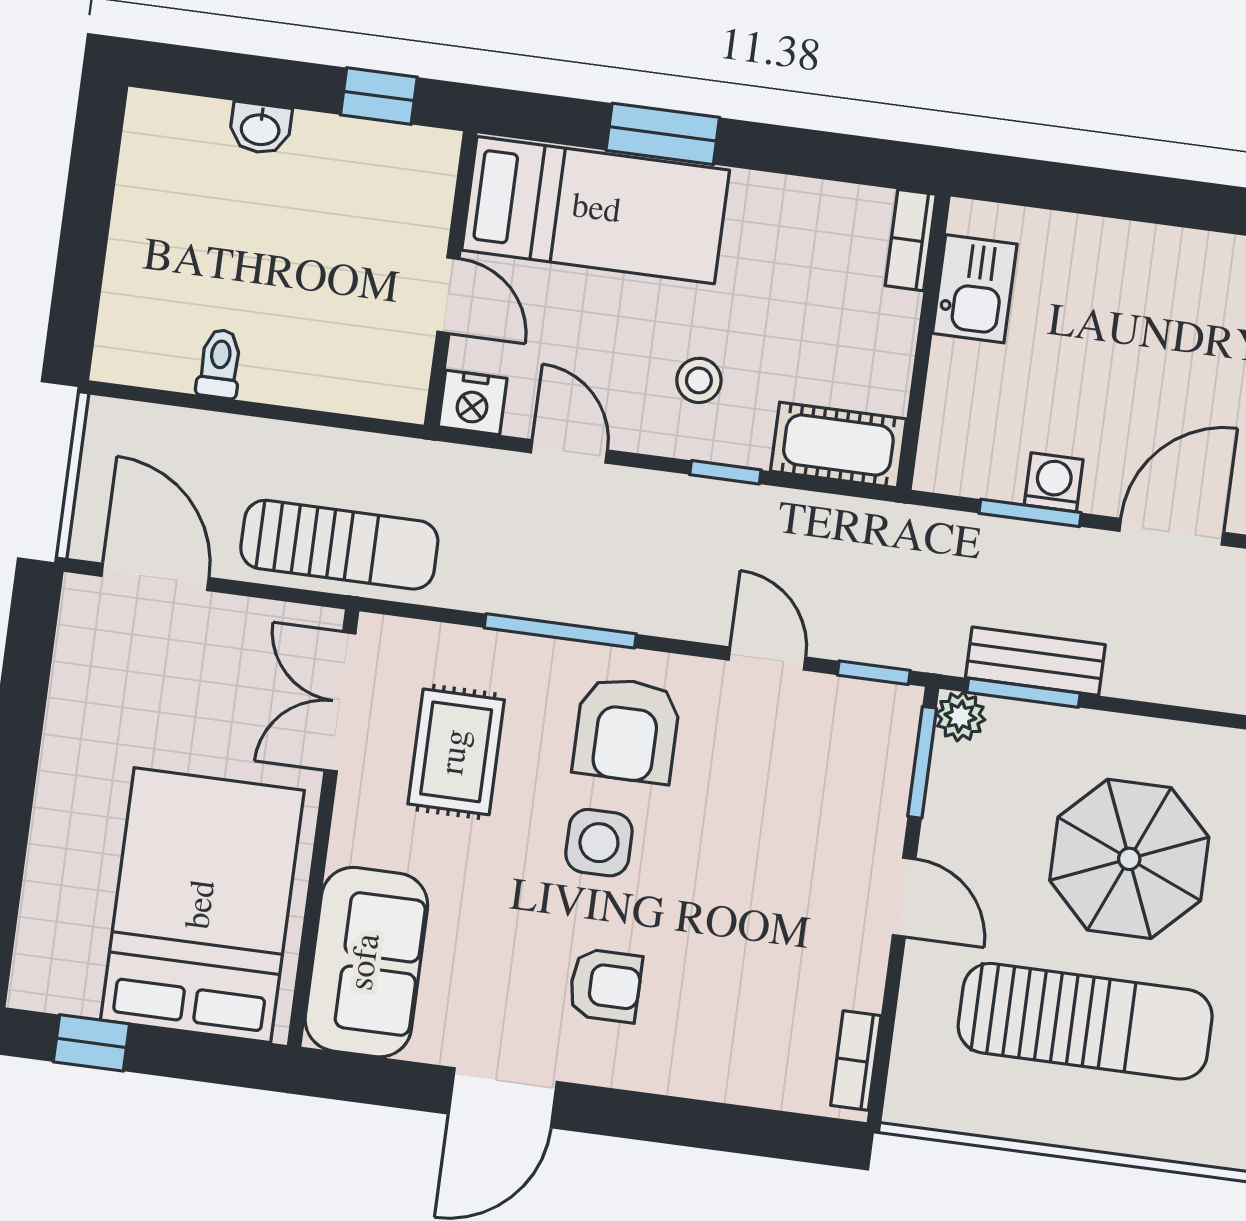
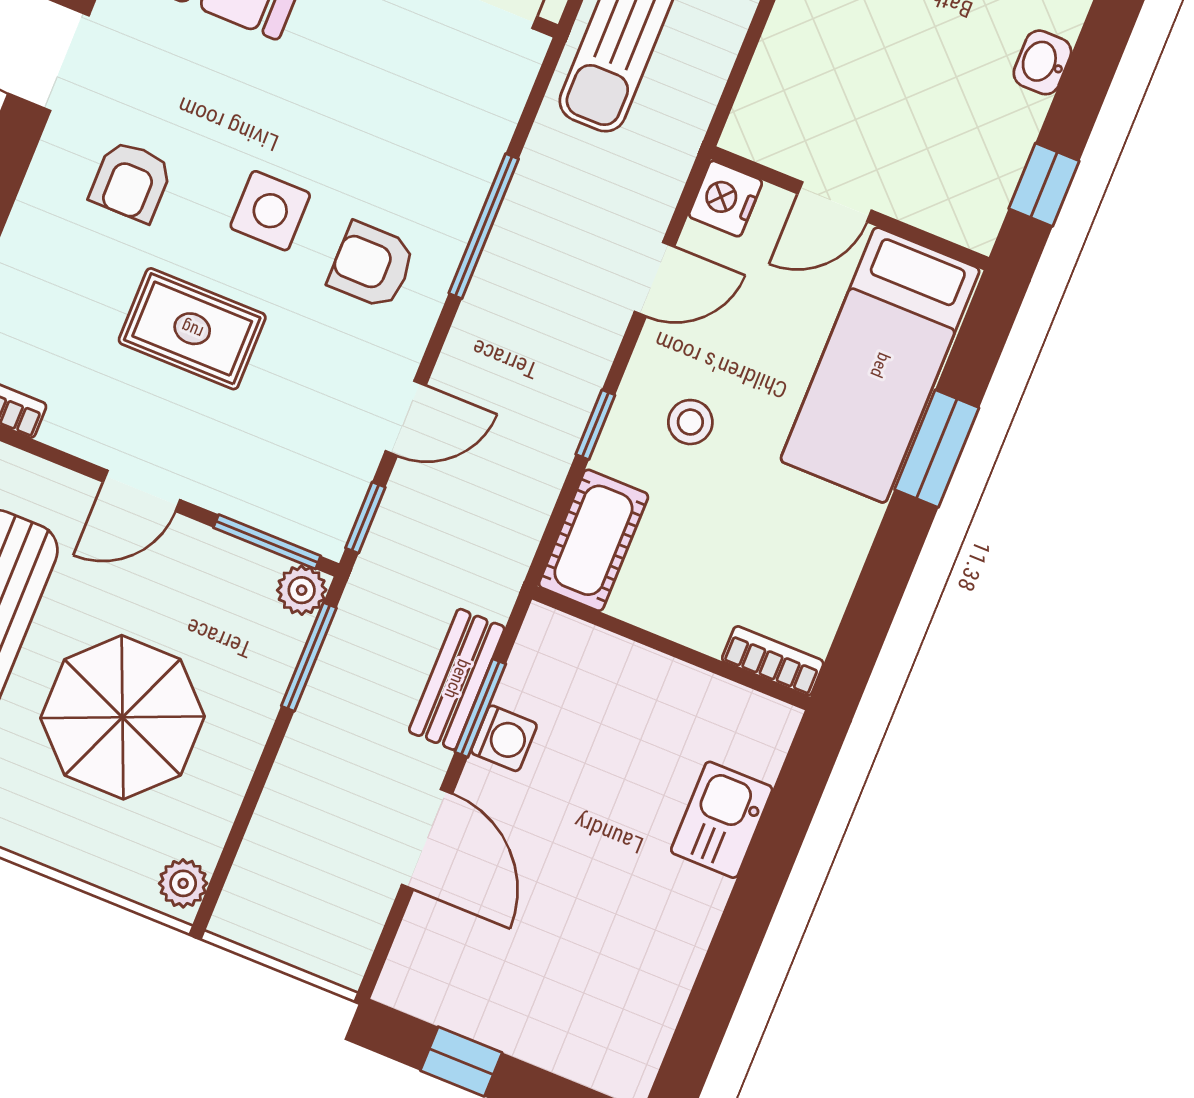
kitchen sink: (975, 289) -> (722, 820), moved, turned 90
bench: (1035, 661) -> (457, 679), moved
armchair: (627, 730) -> (372, 265), width x0.72, depth x0.72
rug: (456, 752) -> (192, 329), moved

